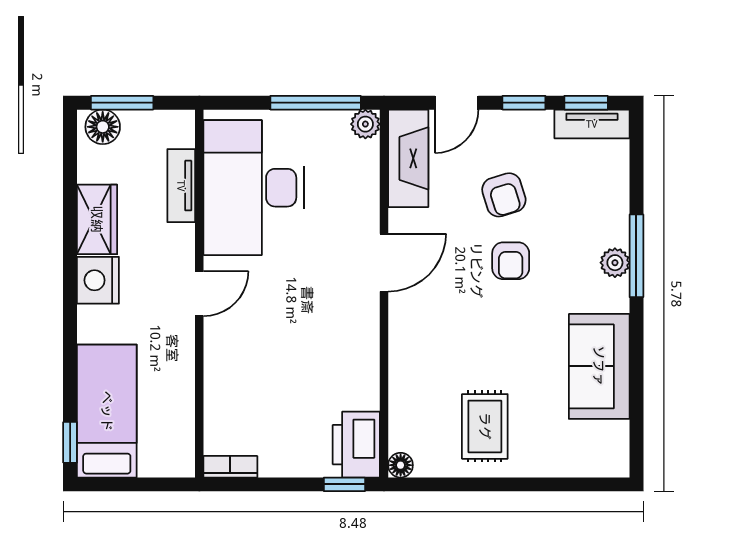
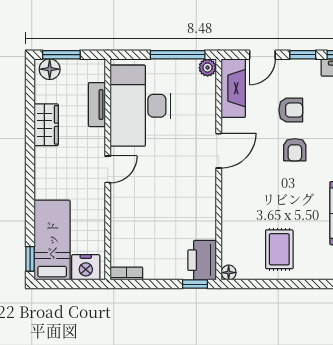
armchair: (504, 195) -> (291, 110), turned -73
nightstand: (98, 280) -> (86, 267), moved, turned -90

